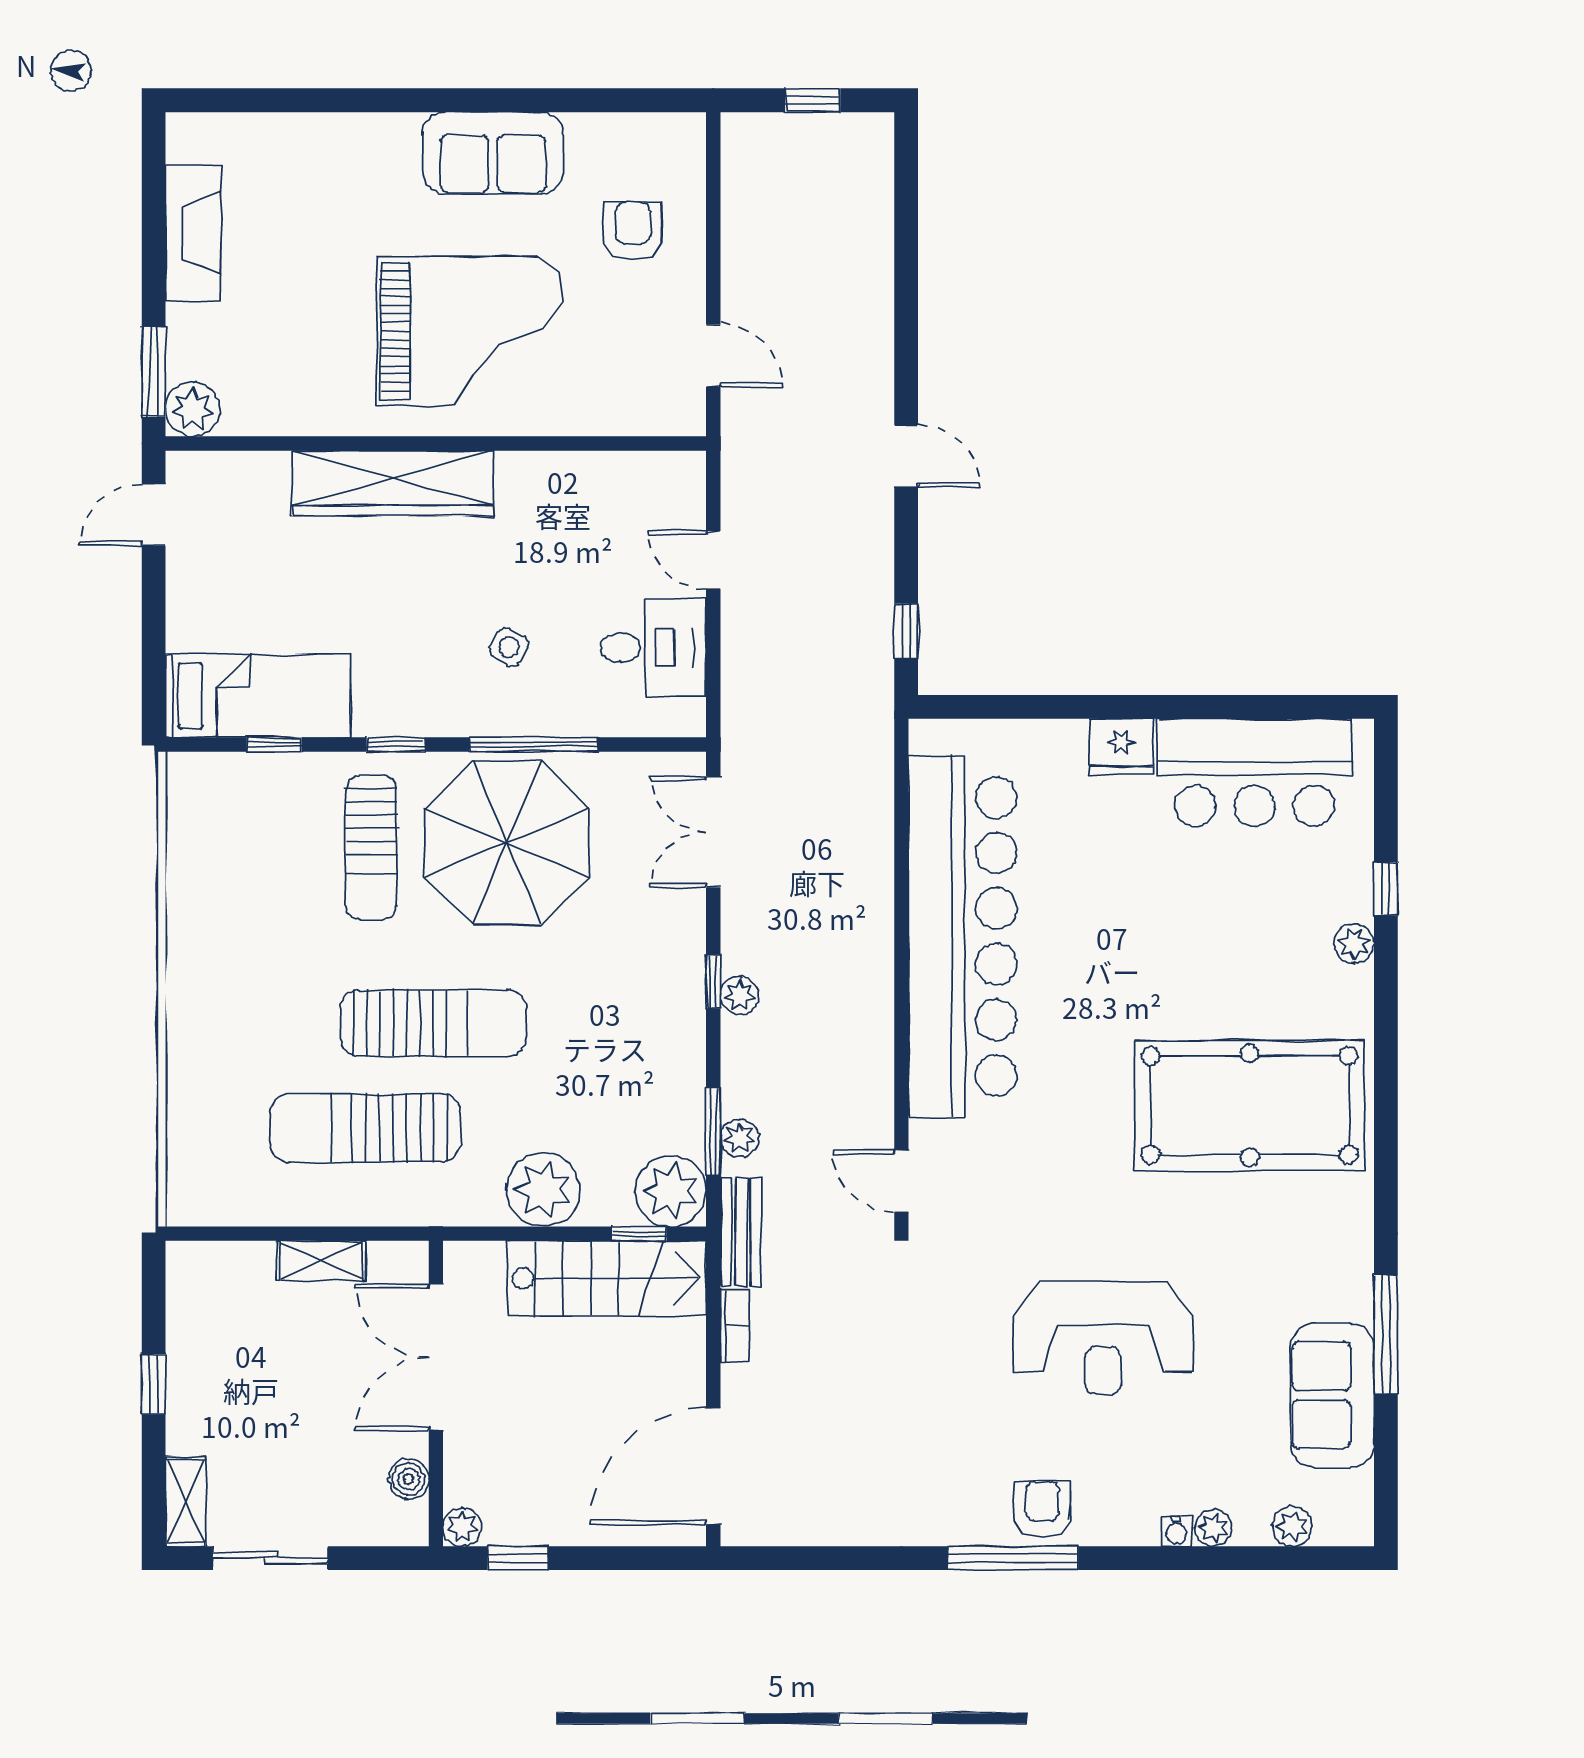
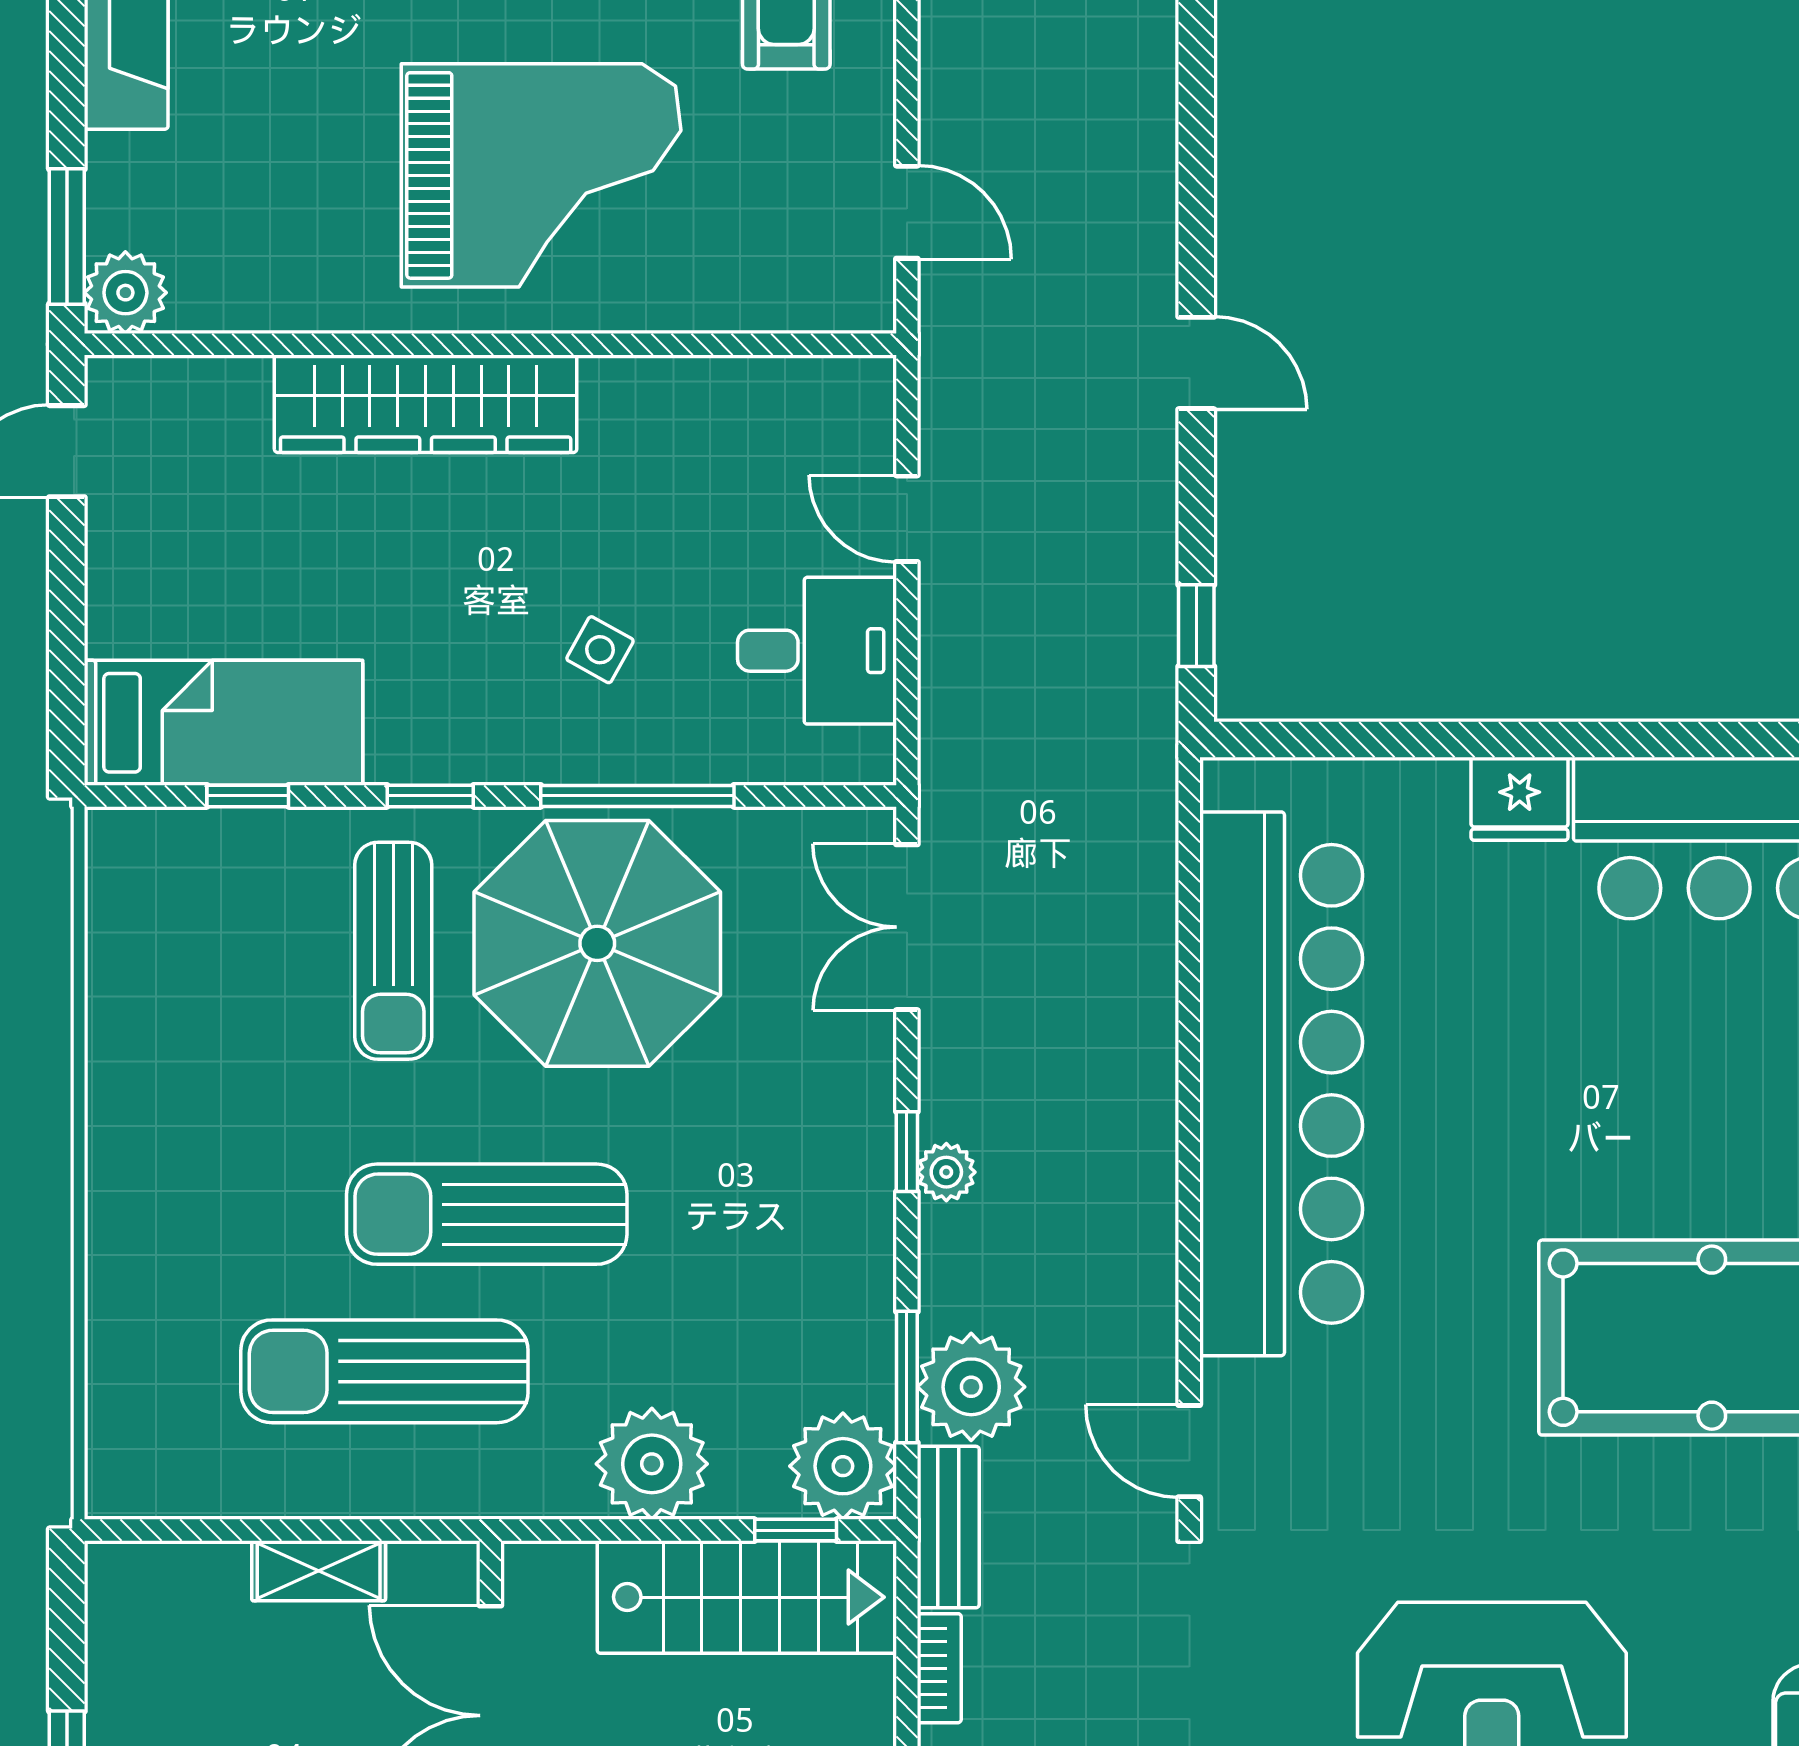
sun lounger: (433, 1023) -> (487, 1214), turned 180
plant: (739, 1138) -> (971, 1387), width x1.87, depth x1.87

